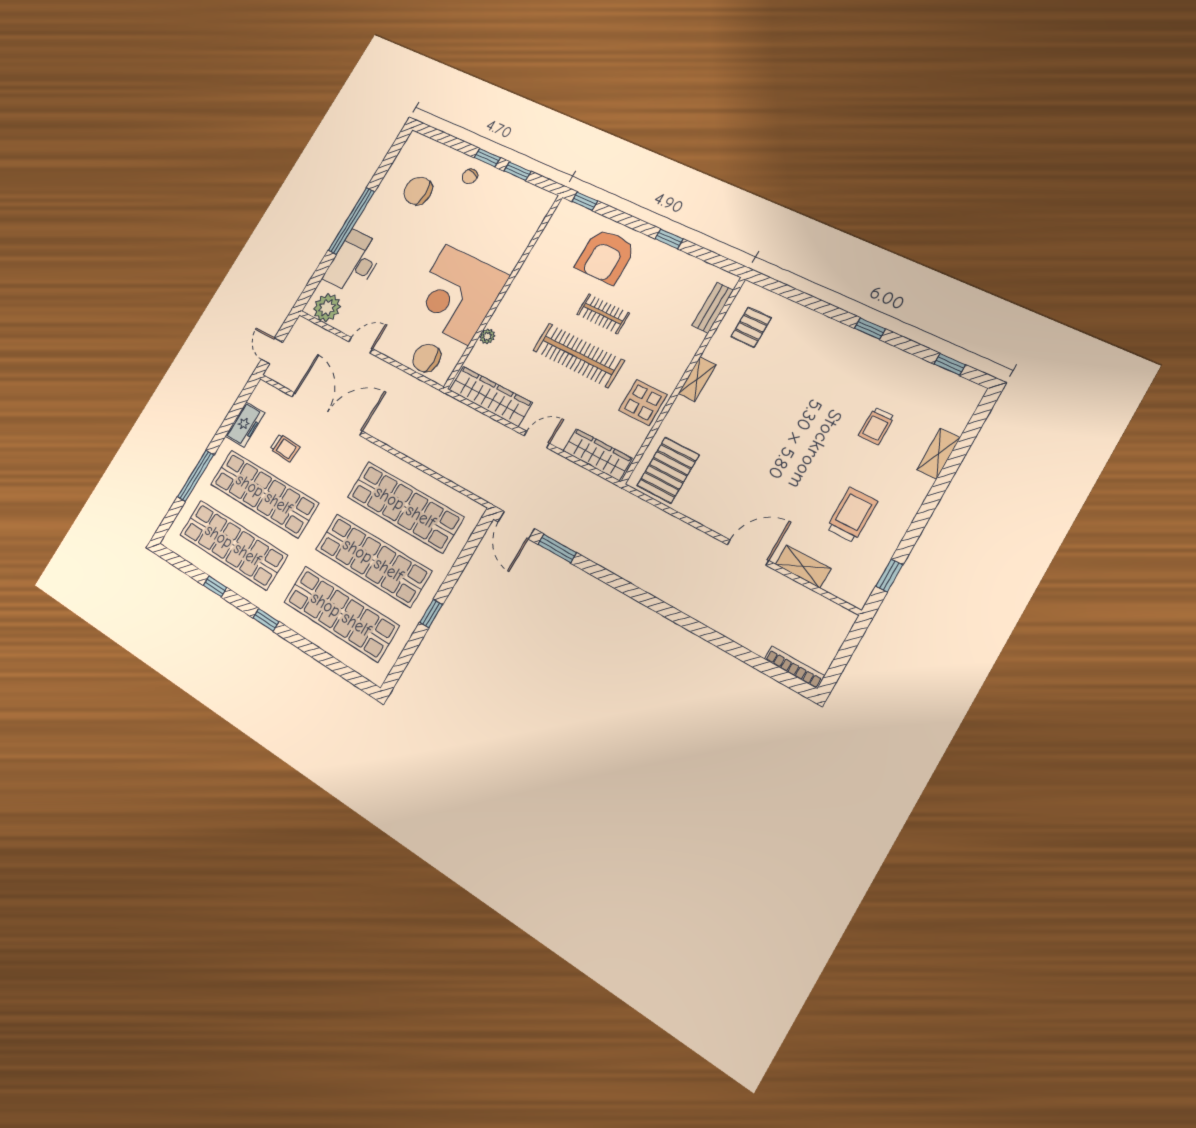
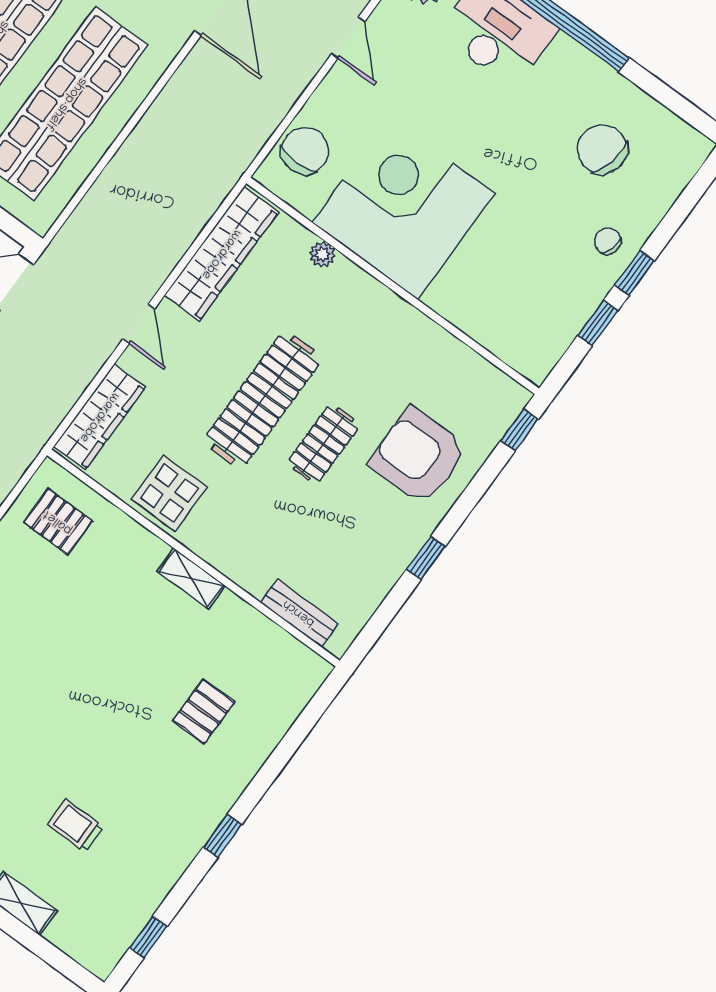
chair: (418, 191) -> (602, 149), turned -77
pallet: (751, 327) -> (204, 712), moved, turned 90
pallet: (668, 470) -> (58, 522), width x0.67, depth x0.71

